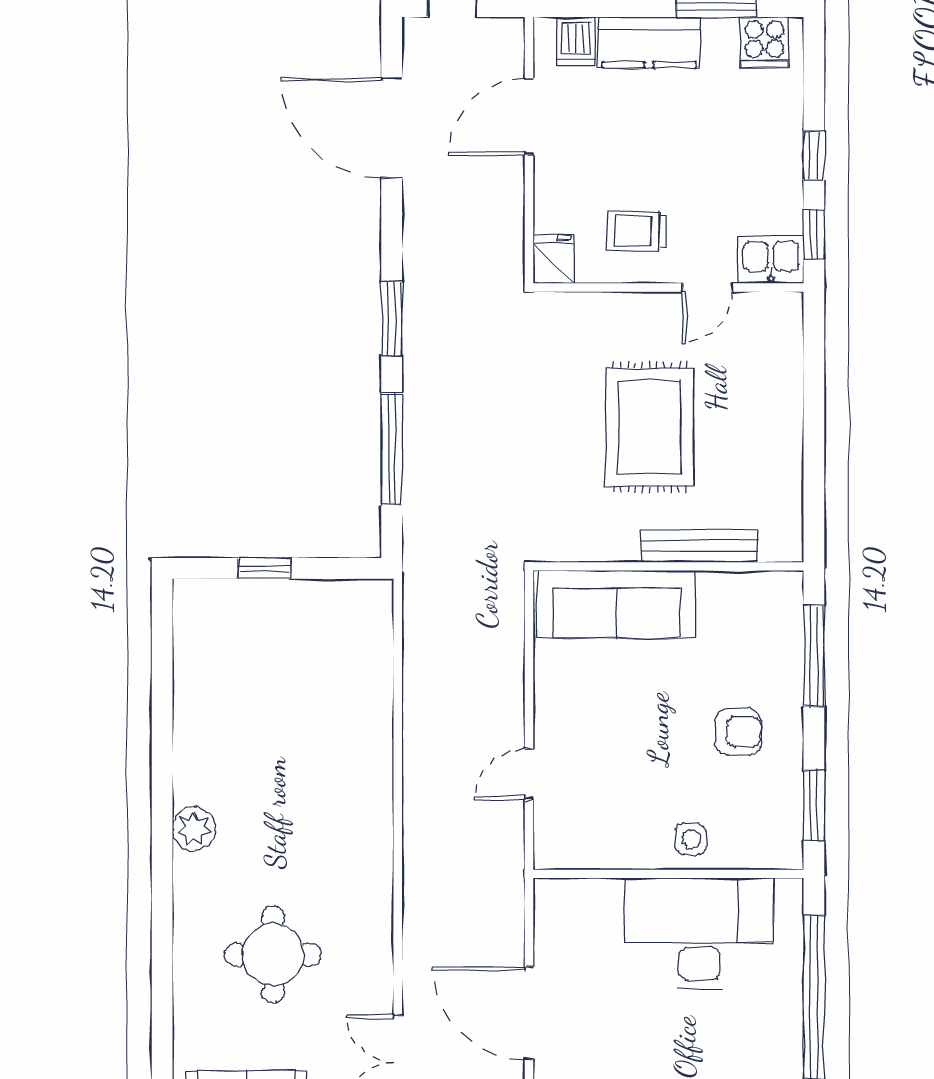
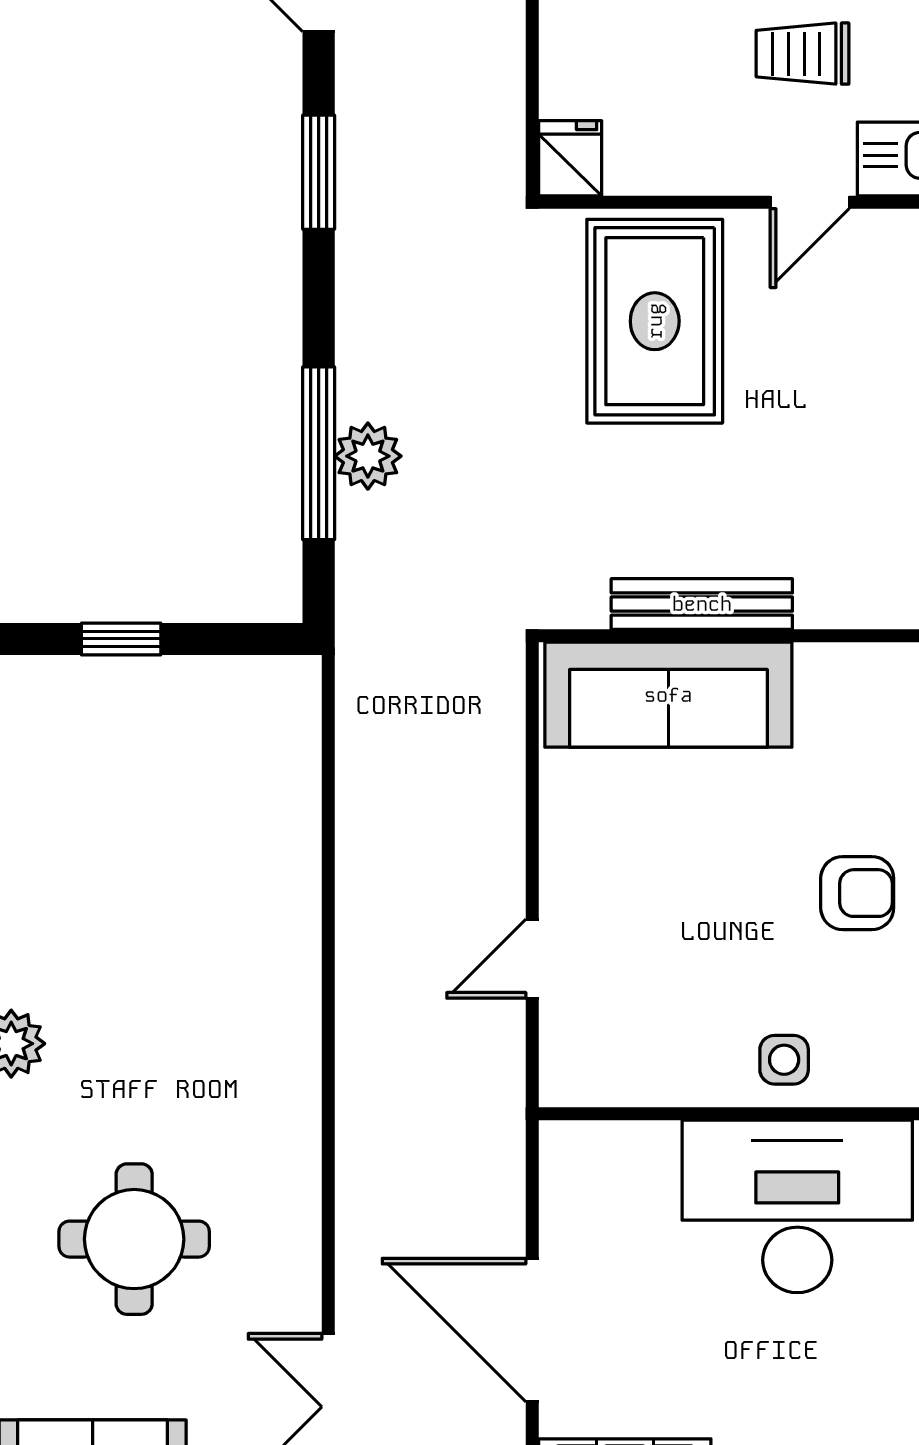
trolley: (637, 231) -> (803, 54), moved
window: (392, 319) -> (319, 172), moved
rug: (650, 427) -> (655, 321), moved
plant: (423, 451) -> (368, 456), added
bench: (699, 546) -> (702, 604), moved

